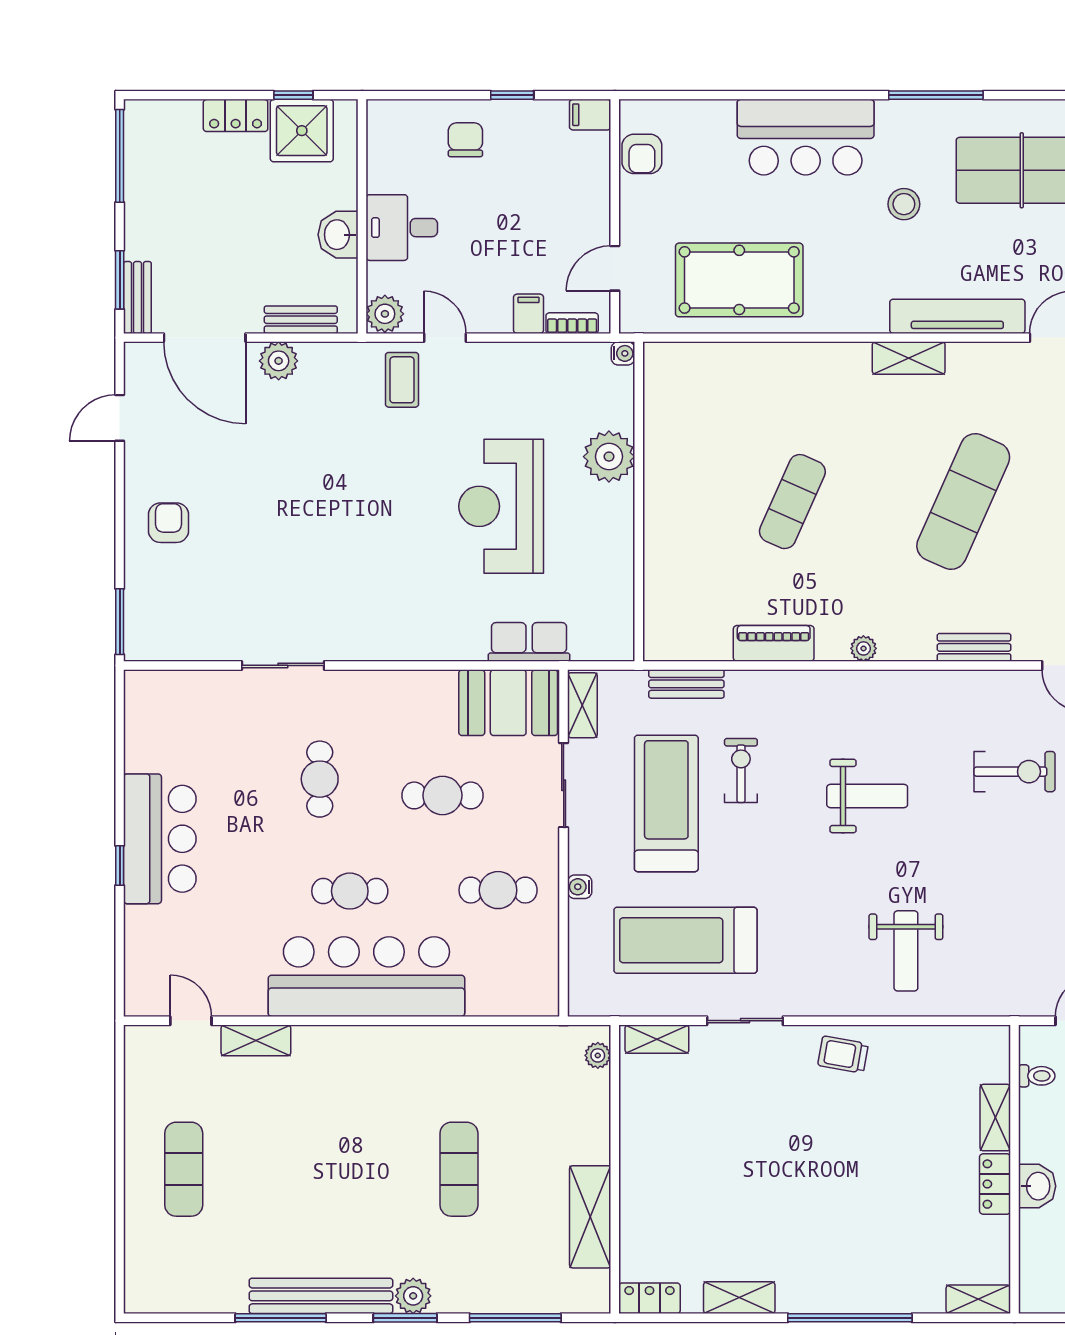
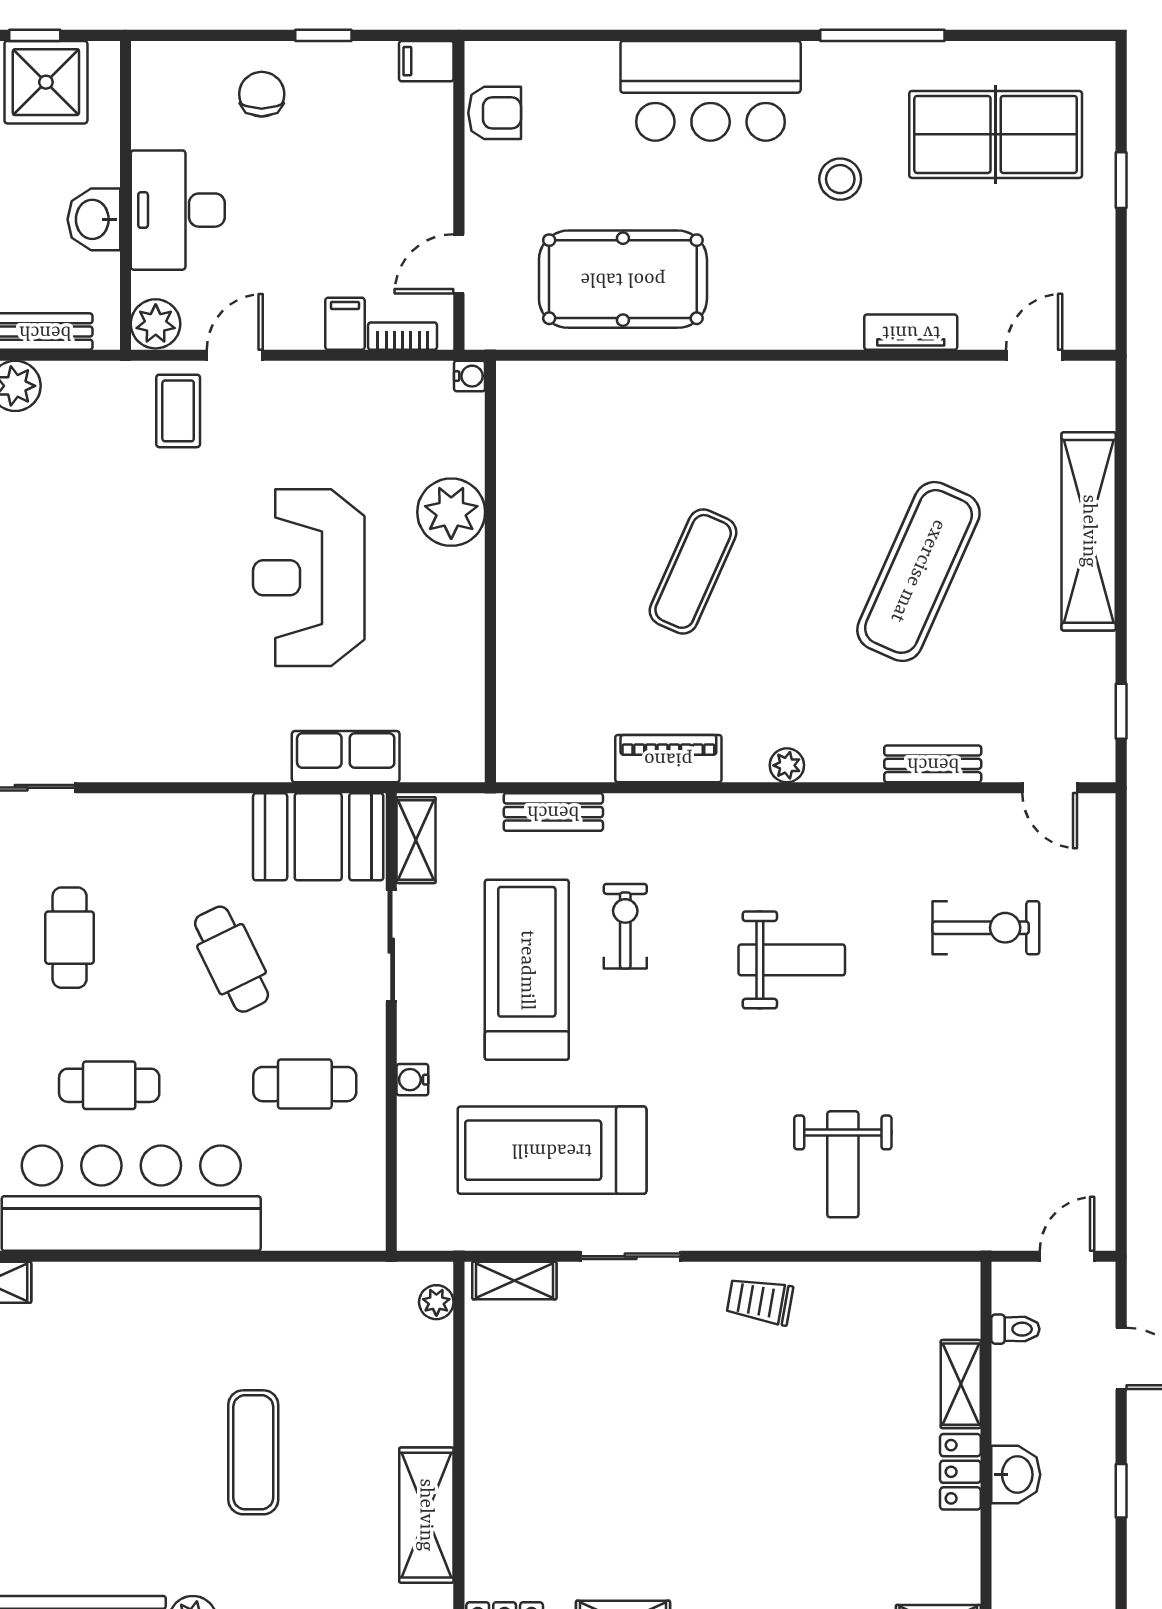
armchair: (642, 154) -> (495, 113), turned -90
desk: (402, 228) -> (178, 210), width x1.37
tv unit: (957, 316) -> (911, 332), width x0.52, depth x0.78
door: (445, 338) -> (235, 355), hinge flipped
shelving: (909, 358) -> (846, 382), removed
cafe table: (442, 795) -> (232, 959), turned 64

